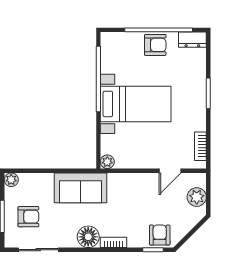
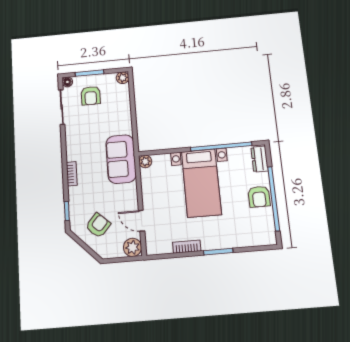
dresser: (192, 40) -> (260, 159), moved
bookcase: (200, 146) -> (187, 247), moved
sofa: (80, 188) -> (121, 159), moved
plant: (197, 197) -> (133, 247), moved
armchair: (160, 235) -> (98, 225), moved, turned -48
floor lamp: (88, 237) -> (67, 82), moved, width x0.53, depth x0.53

